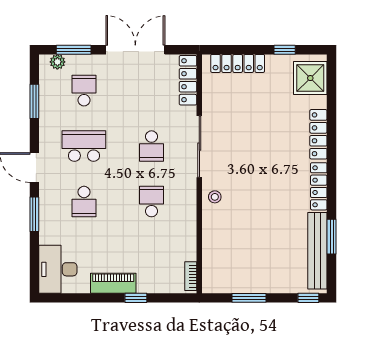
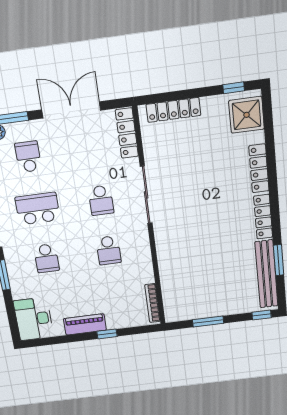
window: (285, 50) -> (234, 88), moved
stool: (215, 197) -> (167, 239), removed
school desk: (152, 202) -> (109, 250), turned 180
bookcase: (191, 276) -> (153, 303), width x1.56

